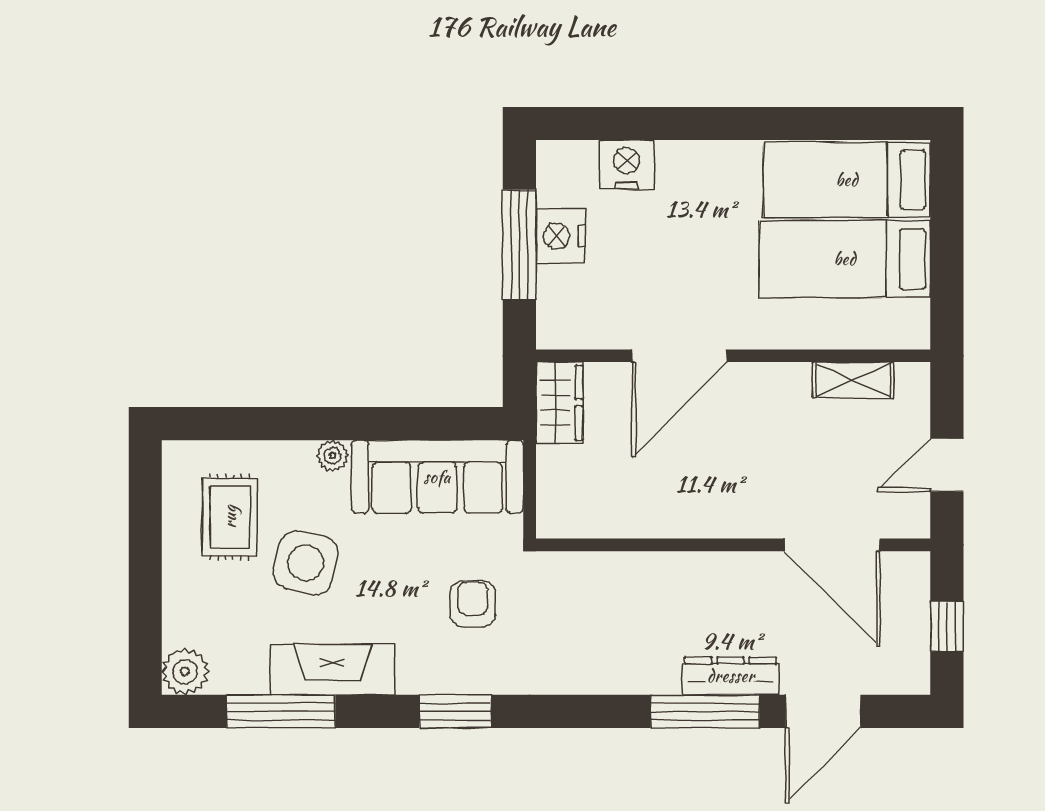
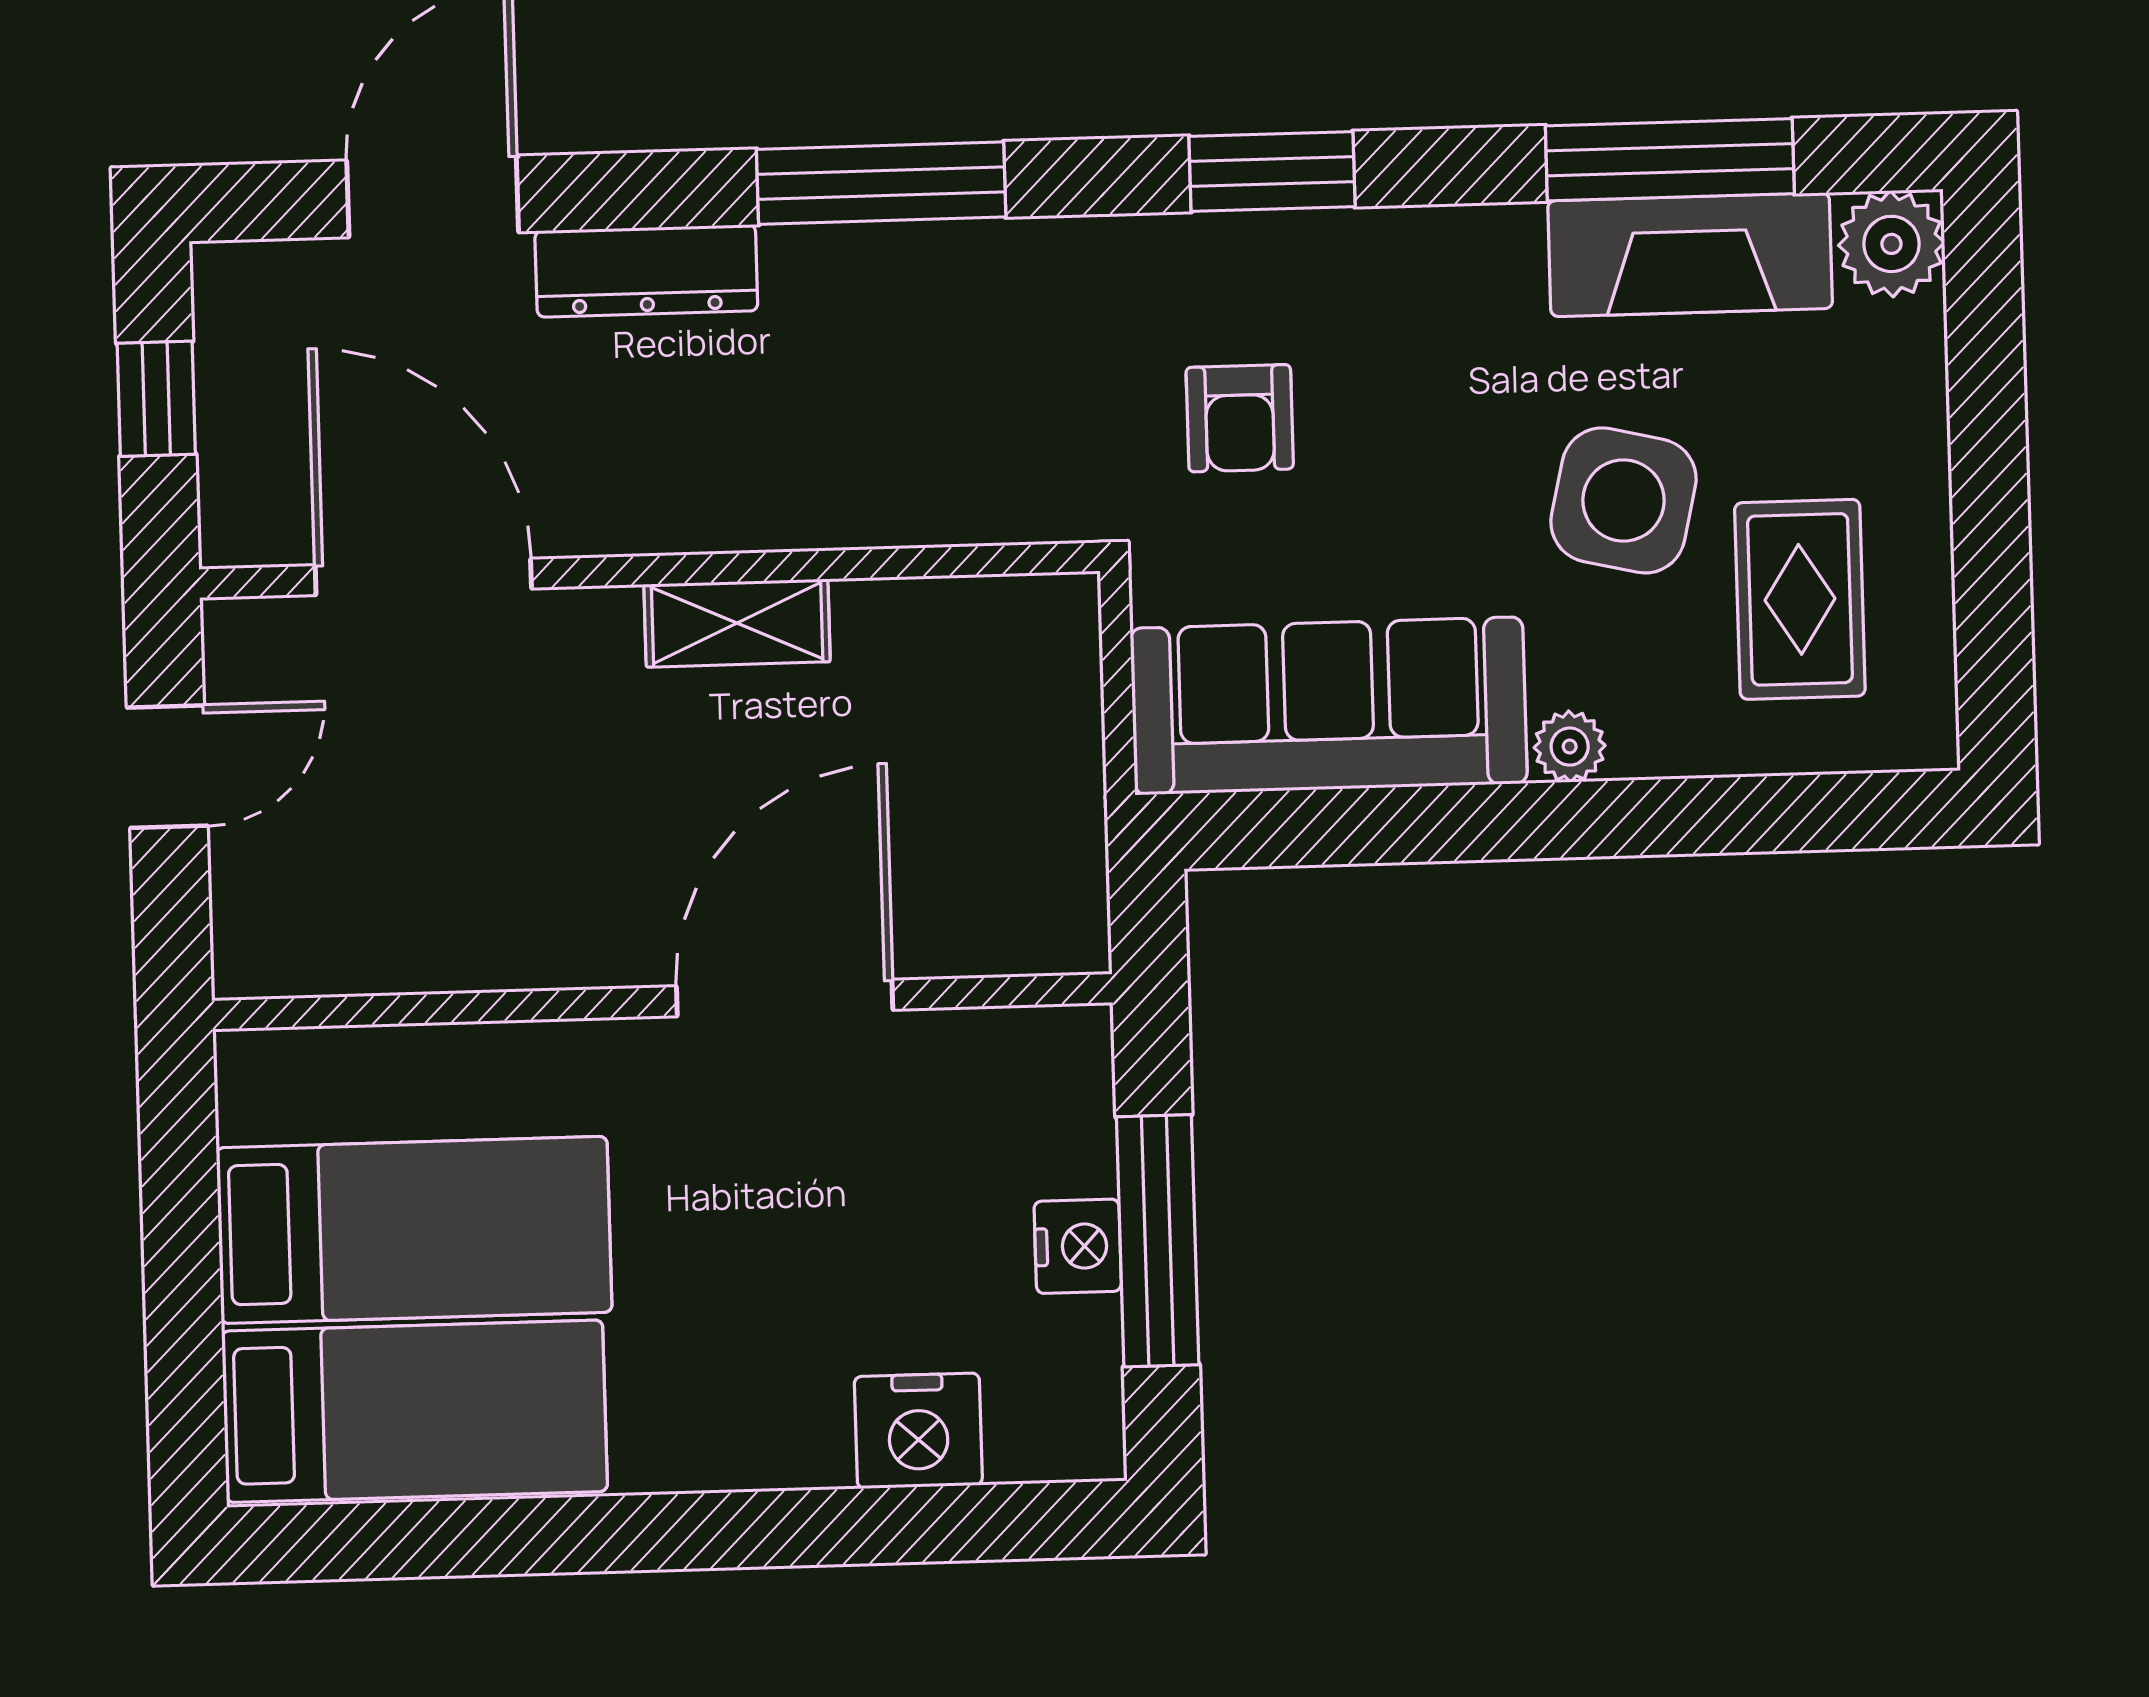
nightstand: (560, 236) -> (1078, 1246), width x0.74, depth x0.75
shelving: (853, 380) -> (737, 623), moved
wardrobe: (559, 403) -> (1056, 883), removed
fireplace: (332, 670) -> (1690, 255), moved
window: (705, 711) -> (881, 183), moved

